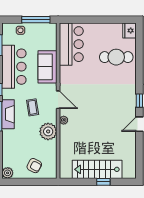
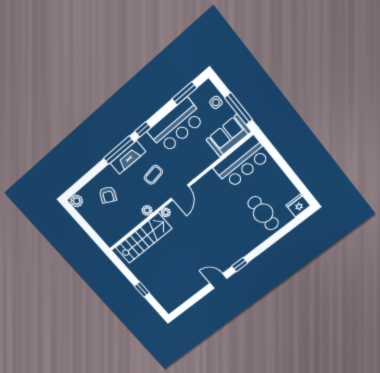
sofa: (48, 67) -> (229, 136), moved
plant: (48, 131) -> (147, 210), width x0.53, depth x0.53
armchair: (34, 166) -> (108, 195), moved
stairs: (97, 169) -> (144, 238), moved, turned 90

